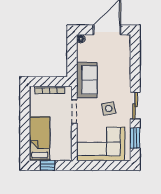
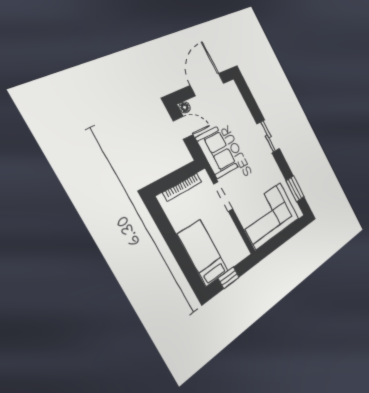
door: (72, 52) -> (183, 128), added
sliding door: (135, 105) -> (268, 136), moved
side table: (109, 109) -> (255, 172), removed

